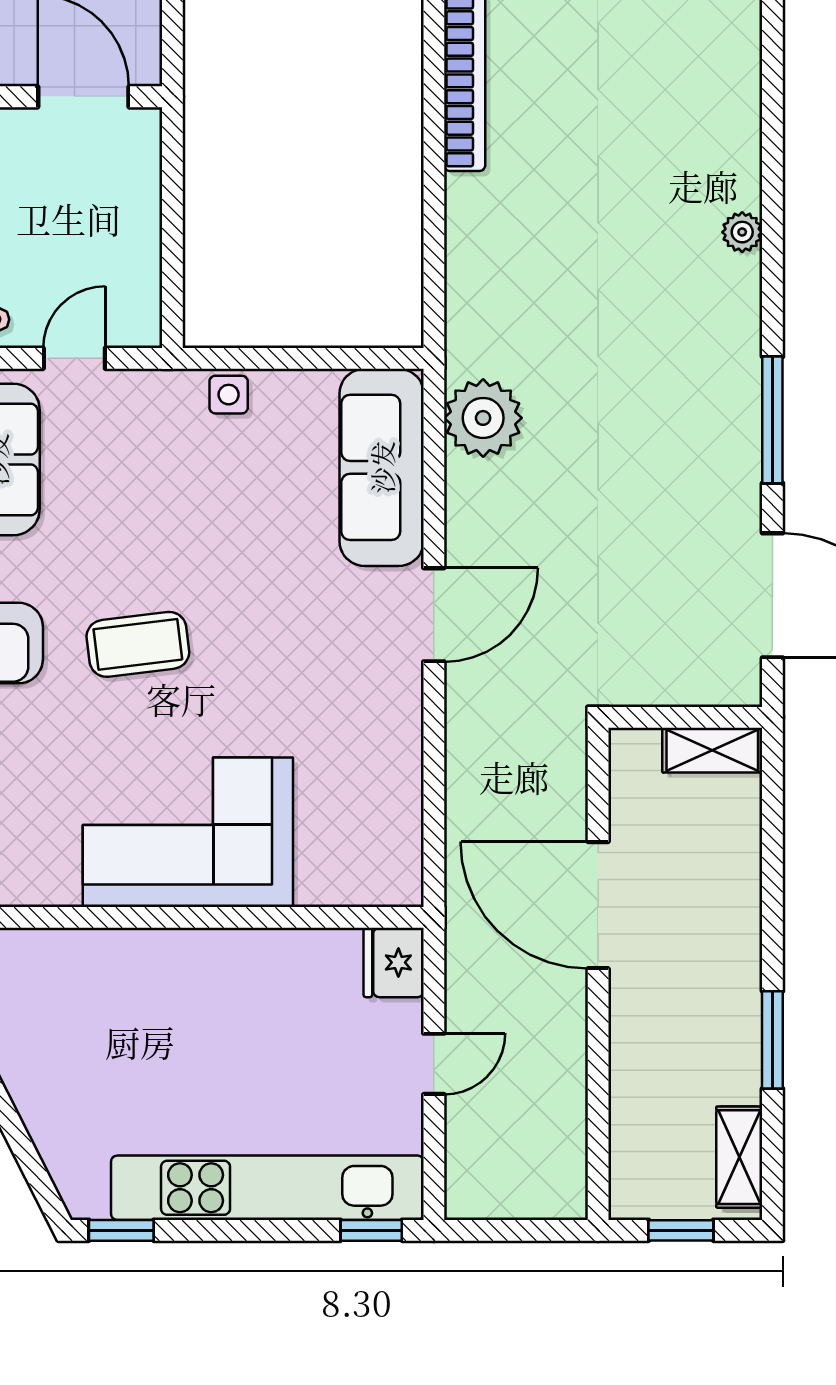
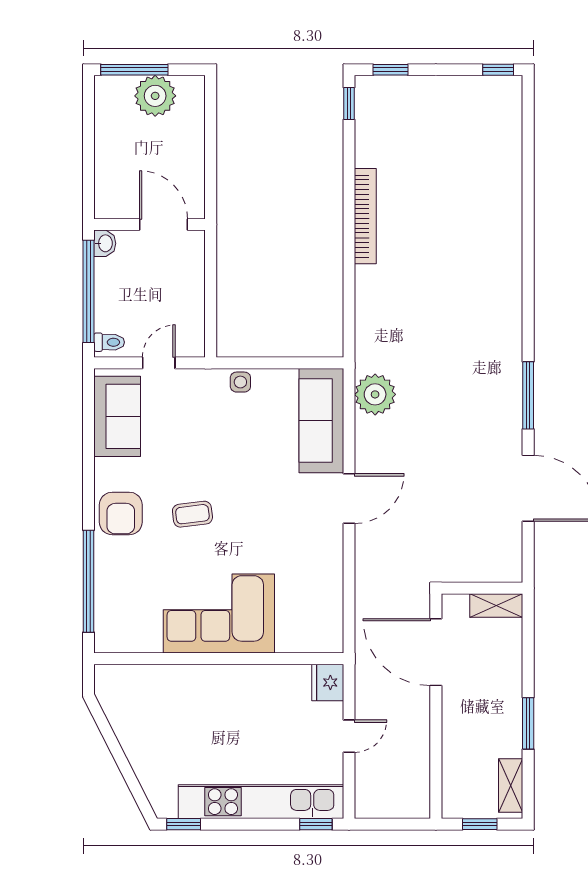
plant: (742, 232) -> (512, 296), removed
coffee table: (138, 644) -> (192, 514), width x0.73, depth x0.77
wall: (685, 717) -> (482, 588), moved
shelving: (712, 750) -> (496, 605), moved

